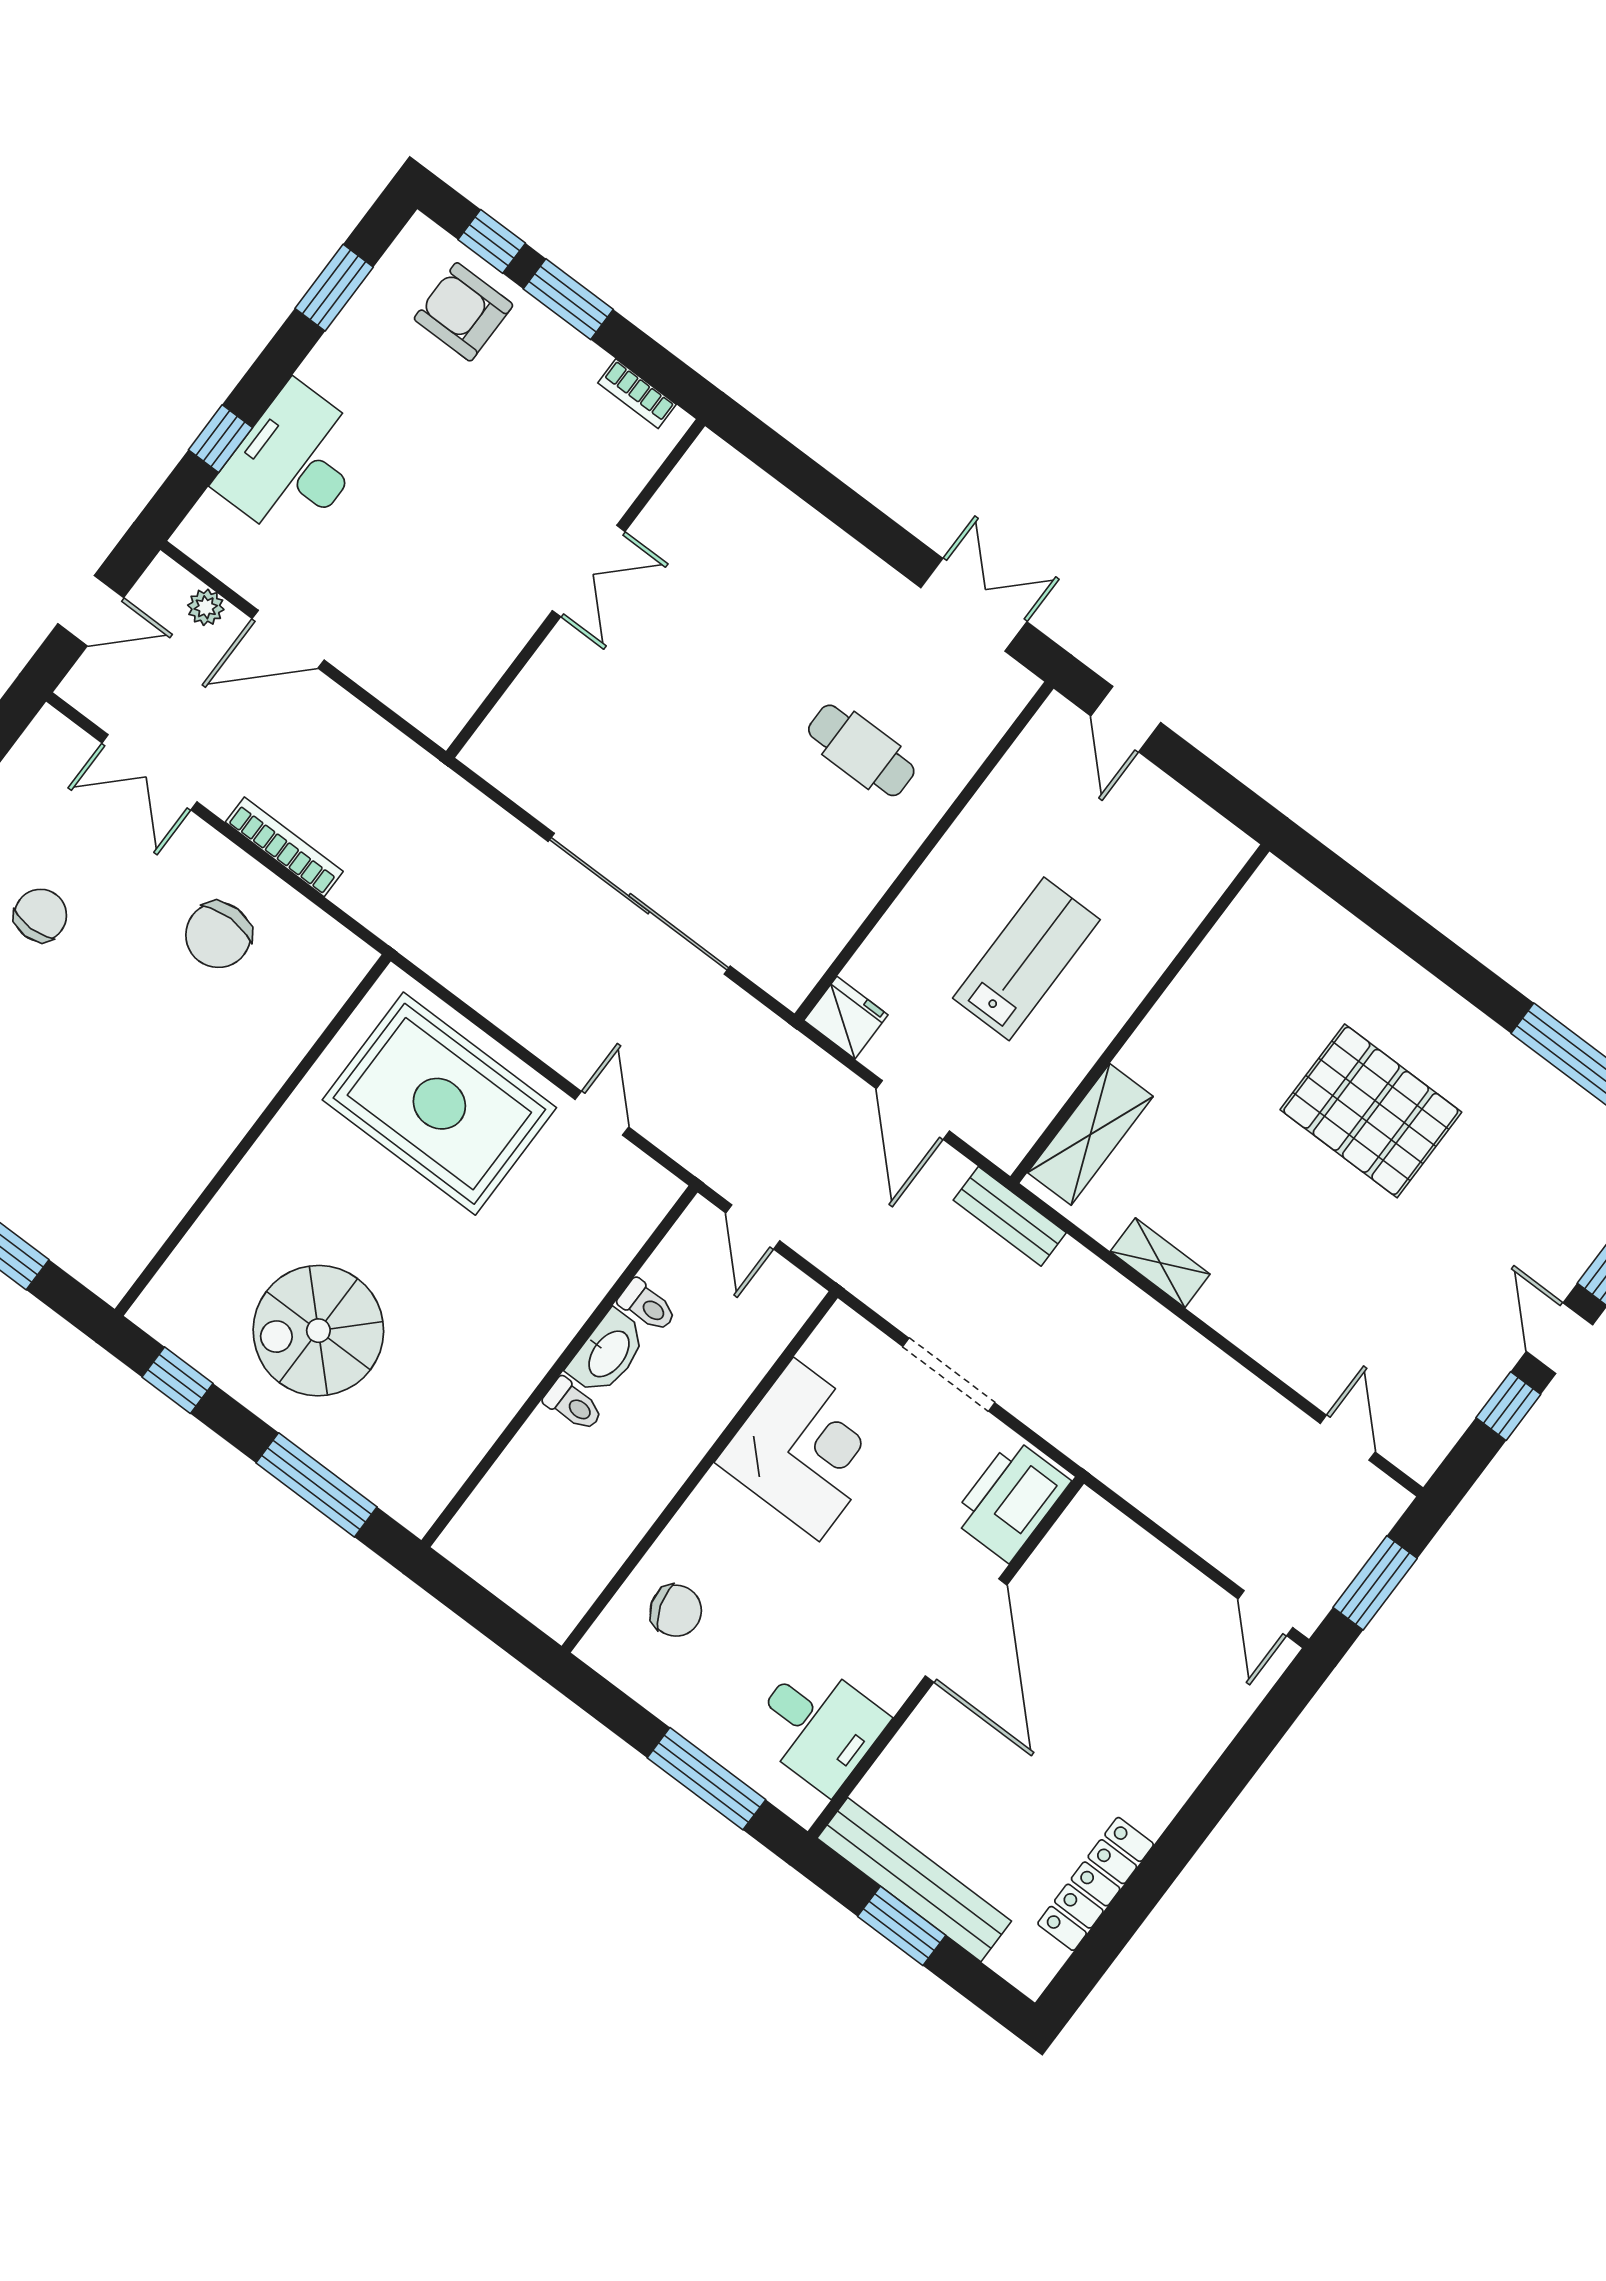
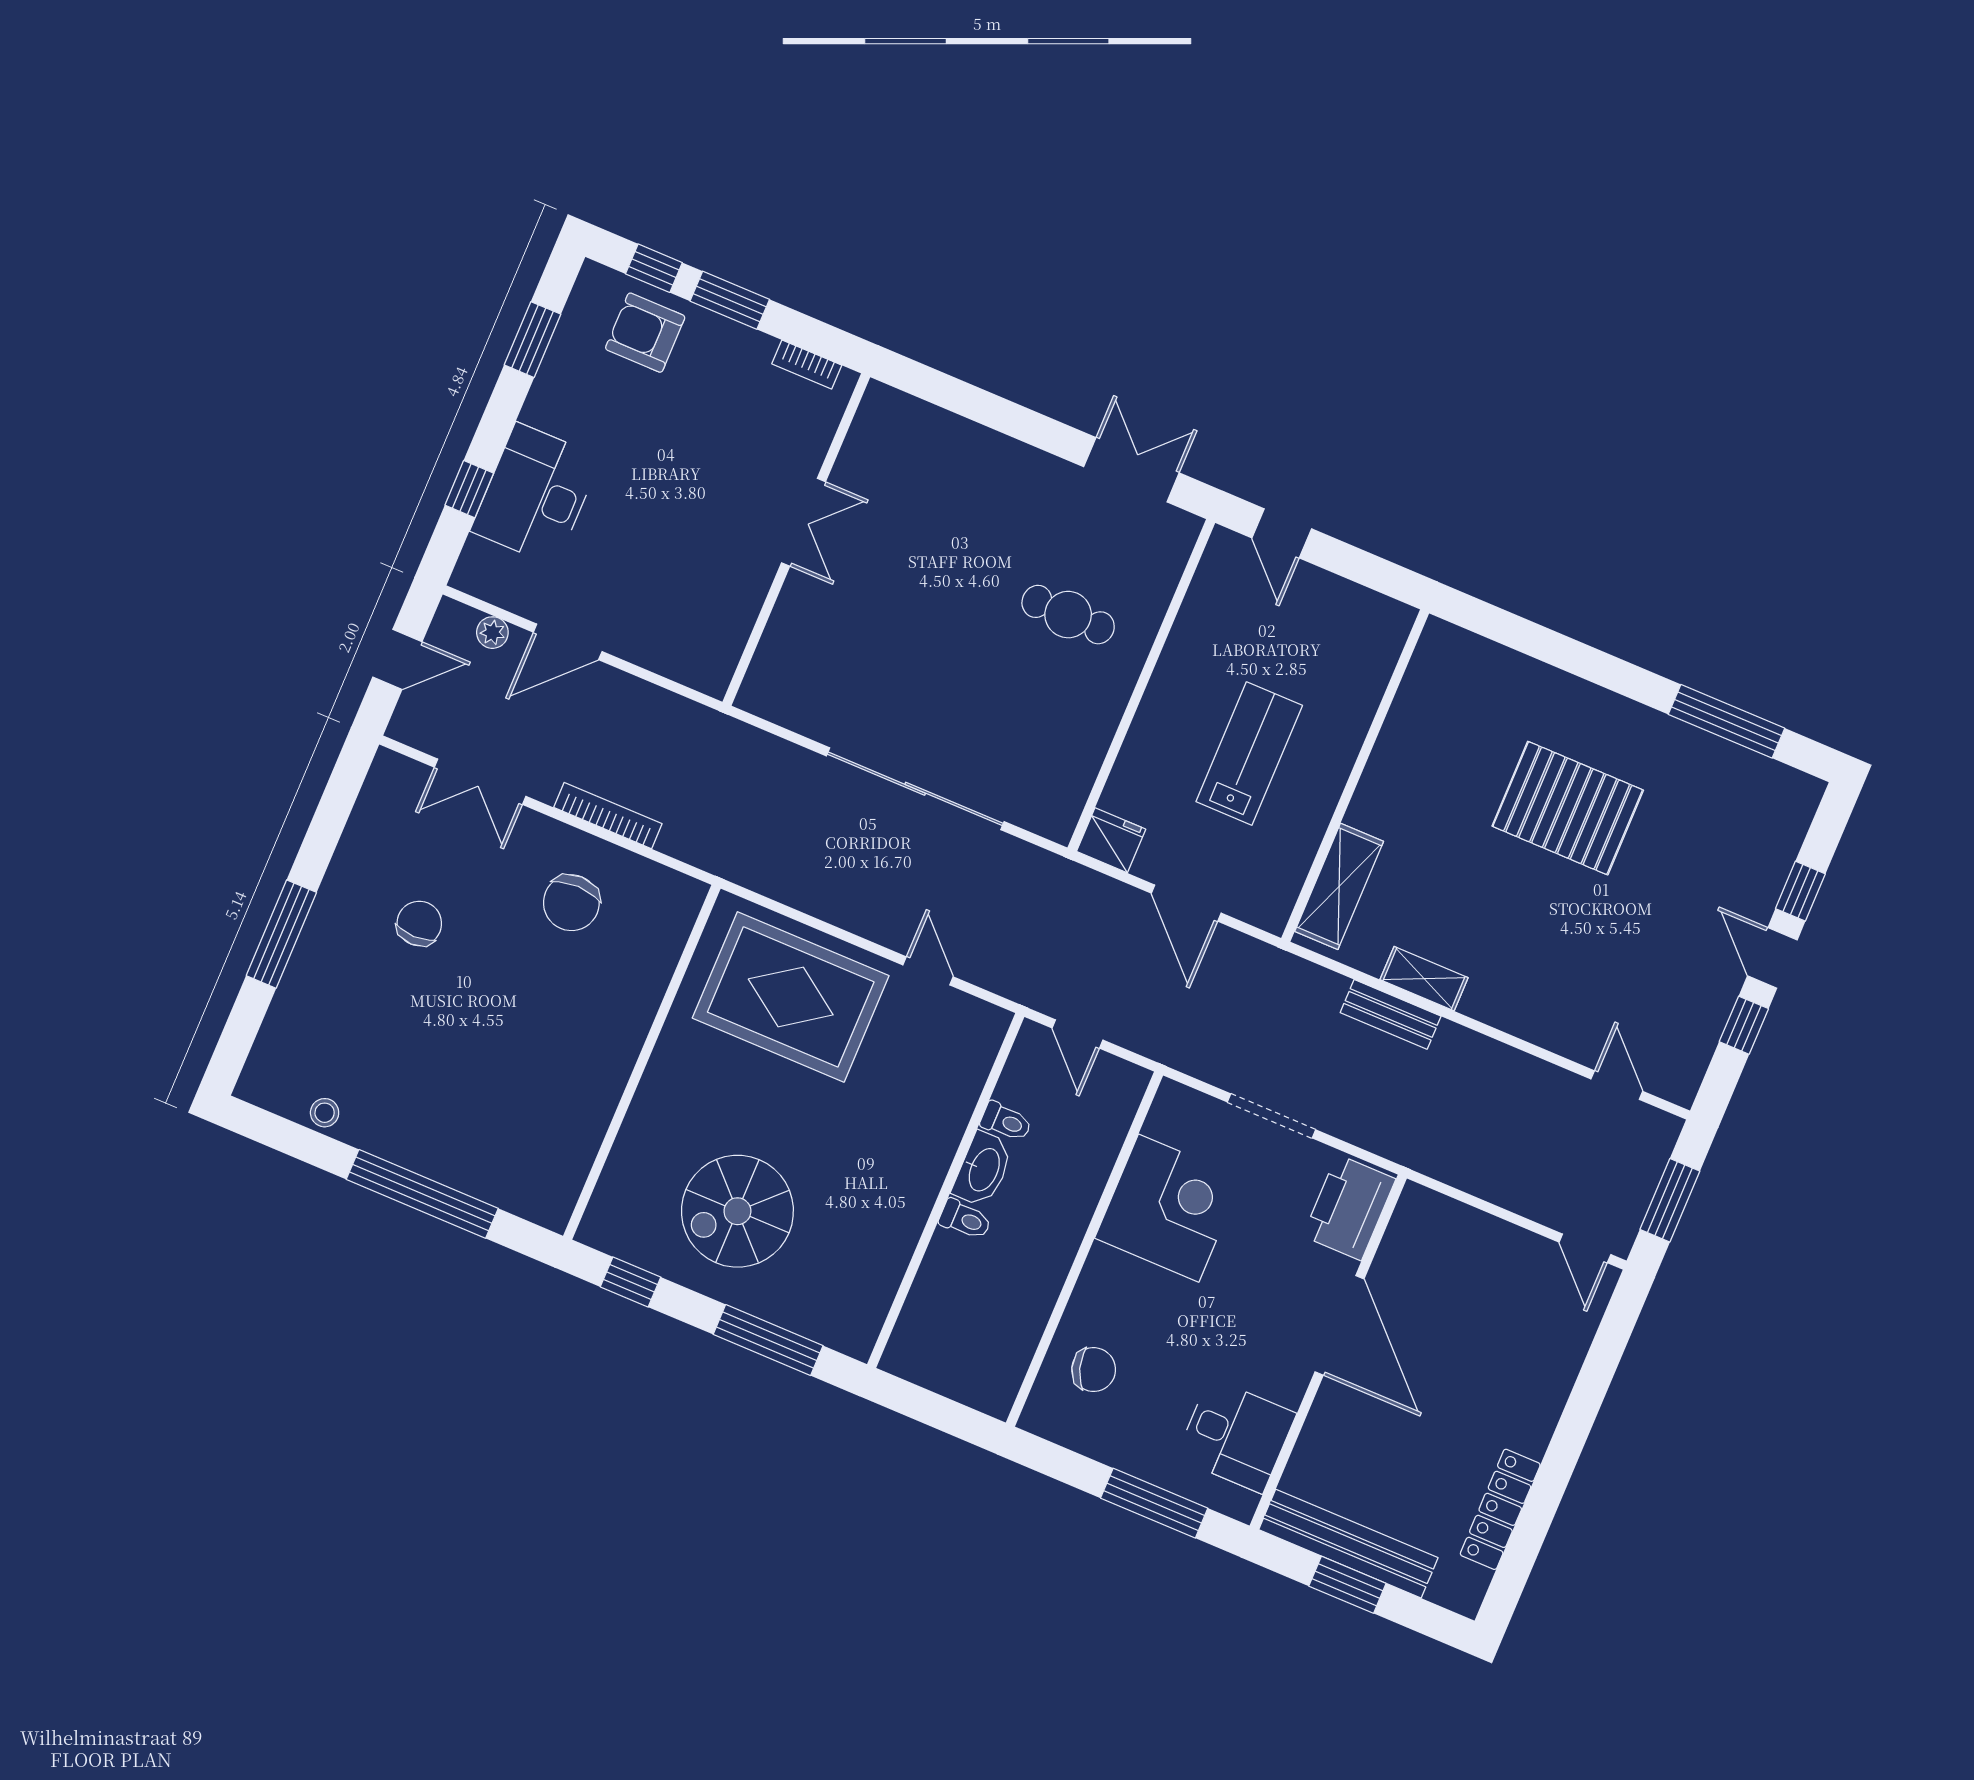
bench: (1010, 1216) -> (1391, 1014), moved

